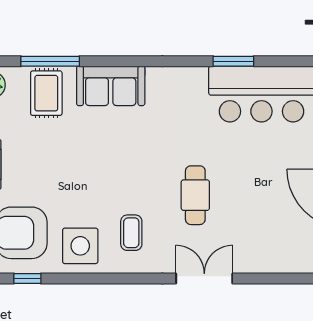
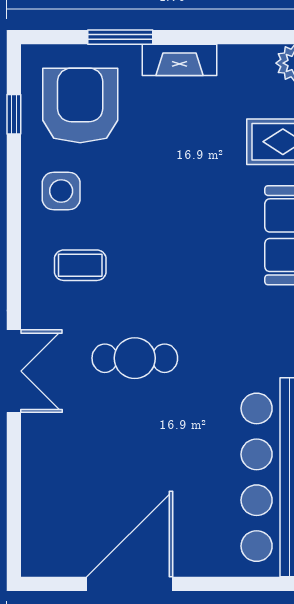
side table: (80, 246) -> (61, 191), width x0.73, depth x0.73

